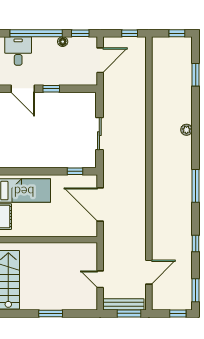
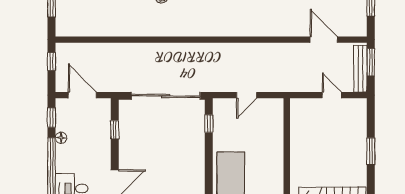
window: (51, 89) -> (115, 130), moved
sliding door: (99, 134) -> (166, 96), width x1.86
door: (100, 204) -> (247, 95), width x0.53
door: (100, 279) -> (332, 95), swing flipped

